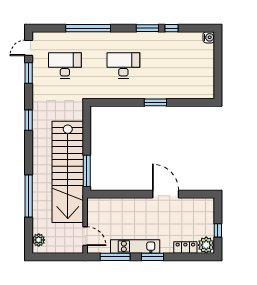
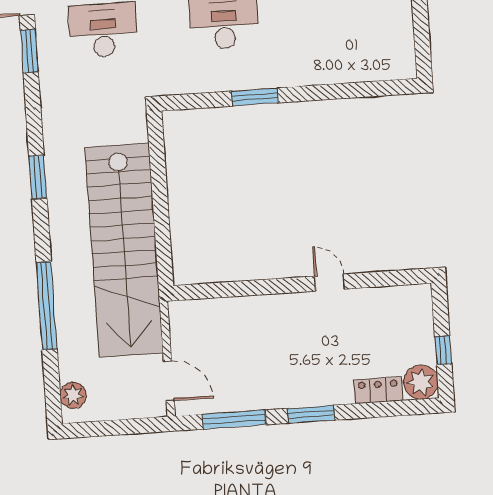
window: (155, 102) -> (255, 97), moved
window: (29, 120) -> (38, 177), moved
window: (87, 171) -> (163, 246), removed
door: (166, 194) -> (330, 283), width x0.53
kitchen unit: (135, 246) -> (274, 395), removed

